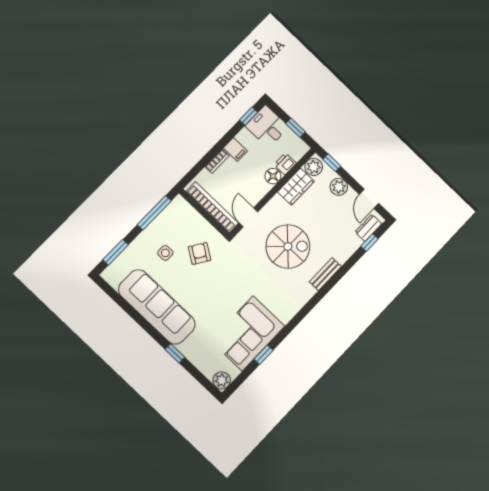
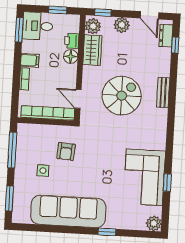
window: (249, 116) -> (19, 30), width x1.50
armchair: (200, 253) -> (66, 151), turned -119

